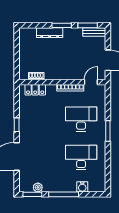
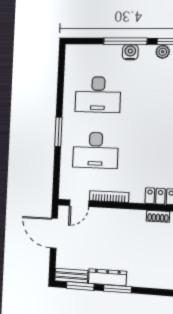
dresser: (50, 33) -> (107, 277), moved
water cooler: (82, 187) -> (130, 52), moved

